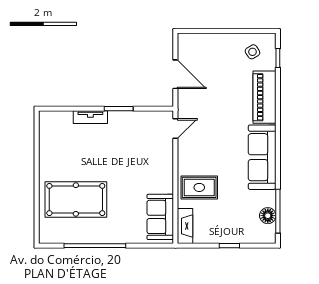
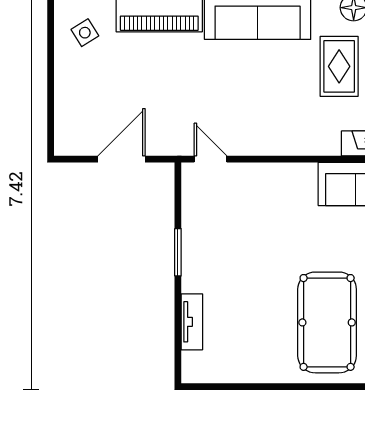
tv unit: (90, 117) -> (192, 322), moved
rug: (199, 187) -> (339, 66), moved

